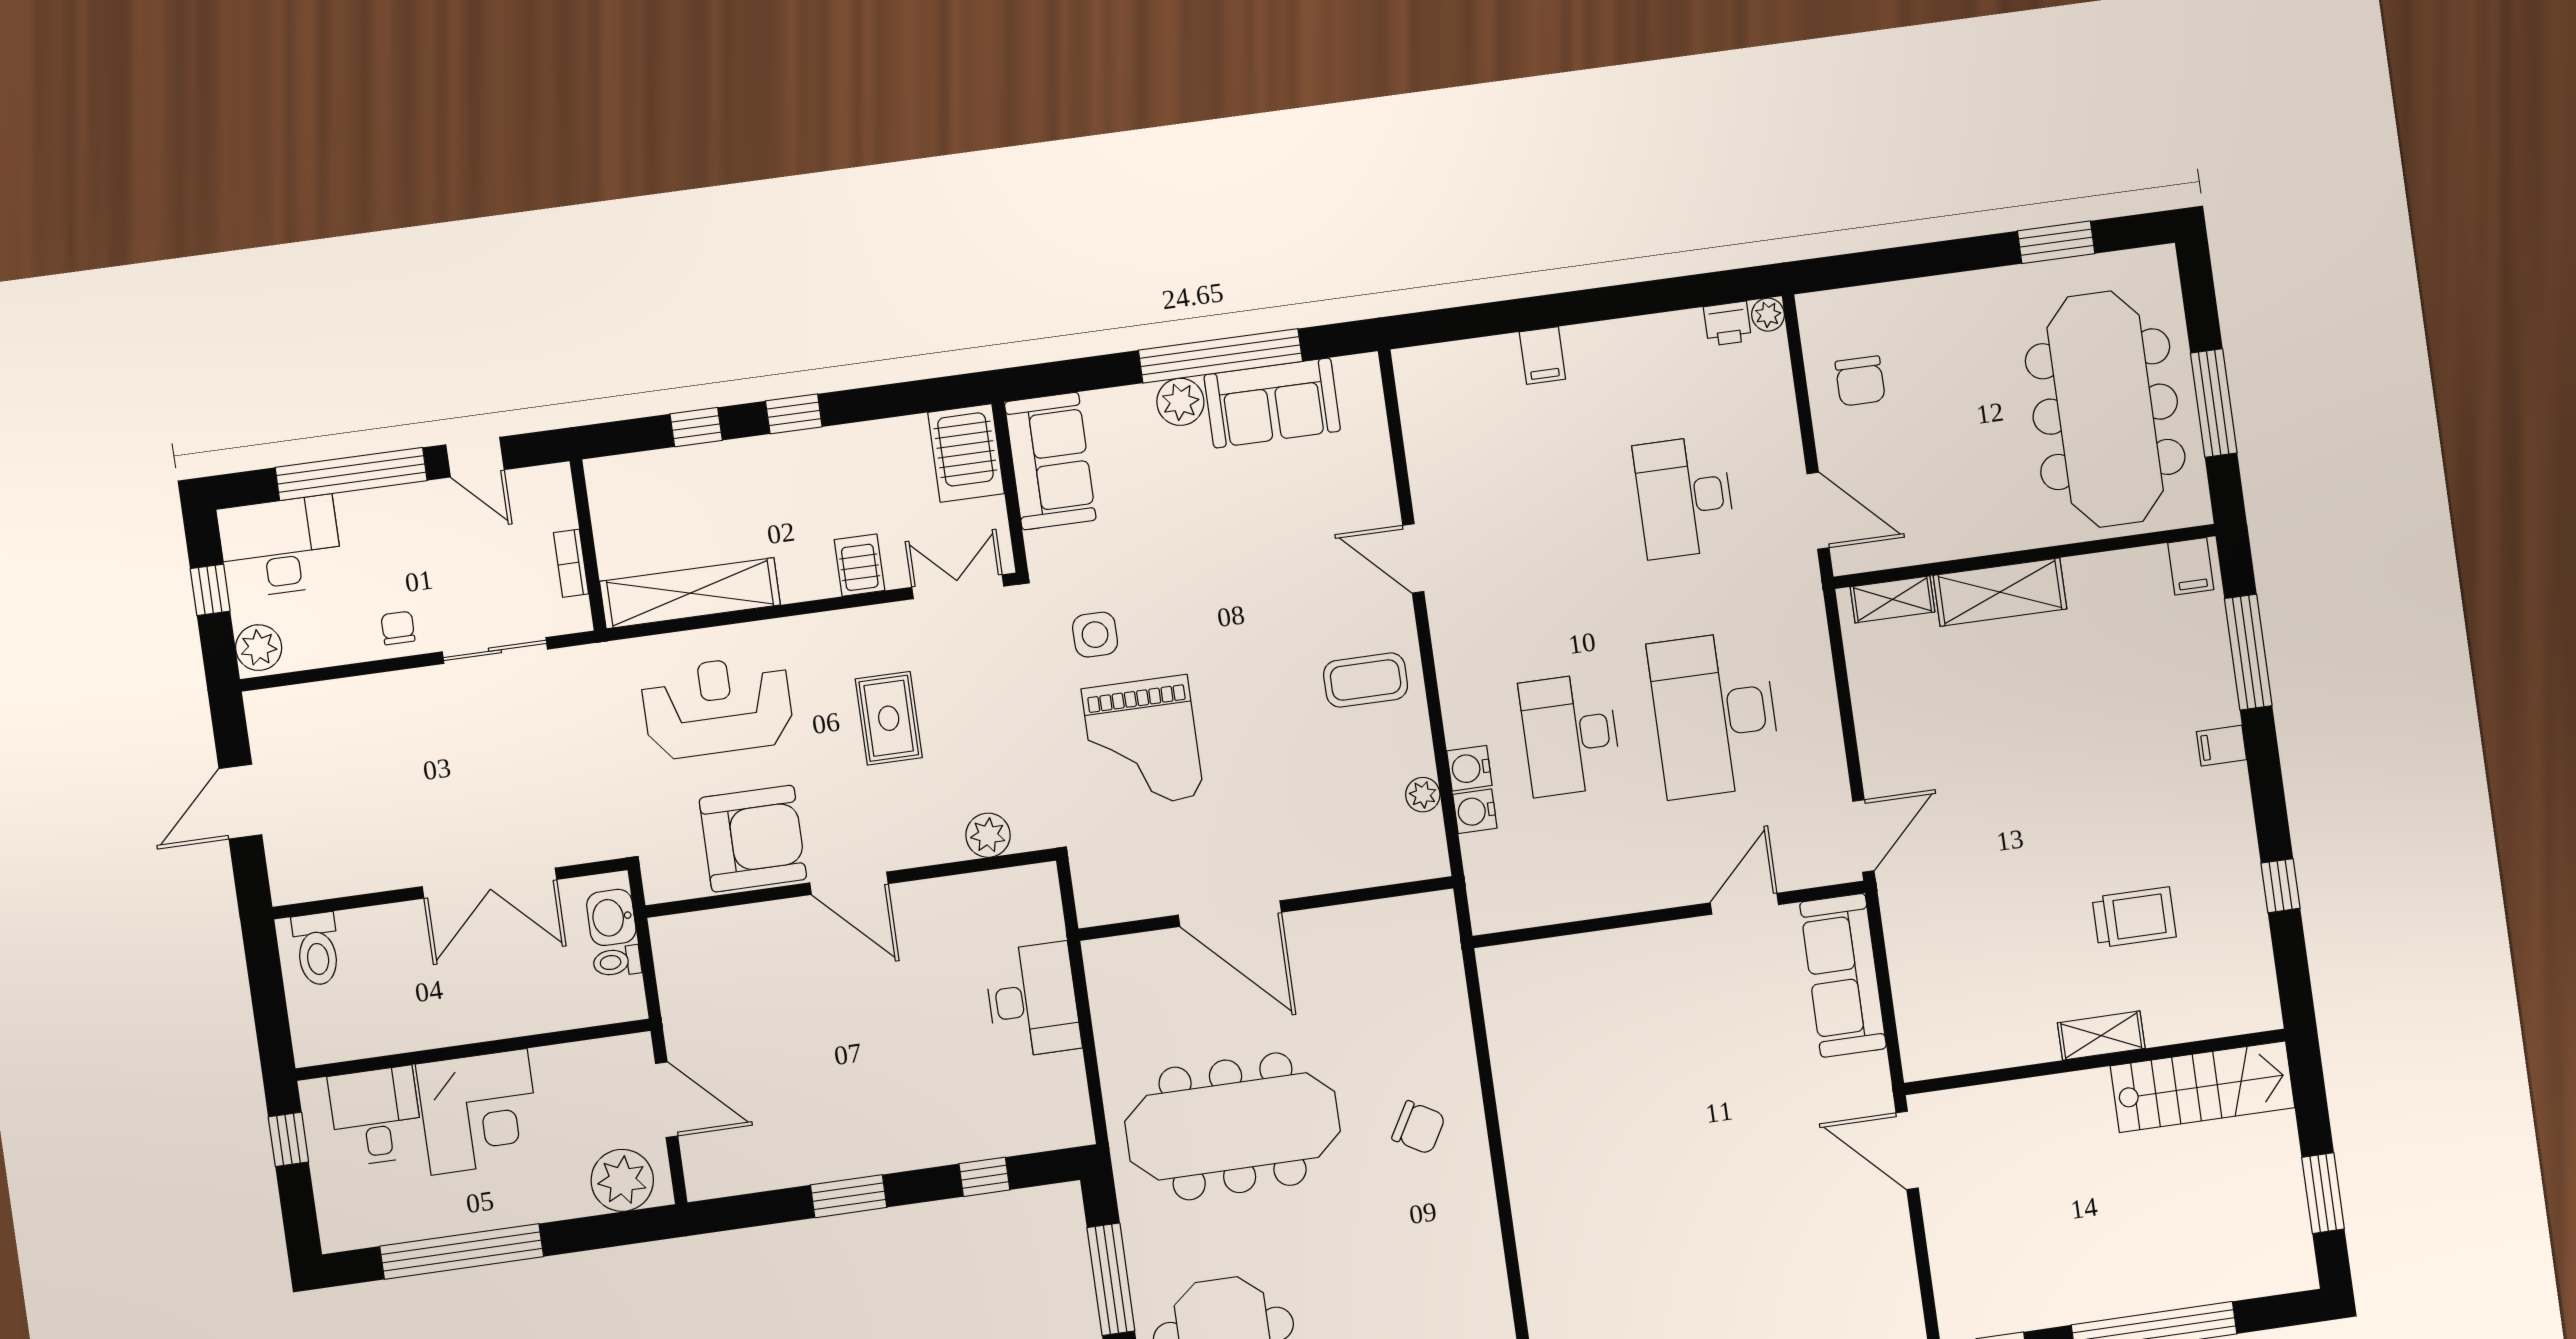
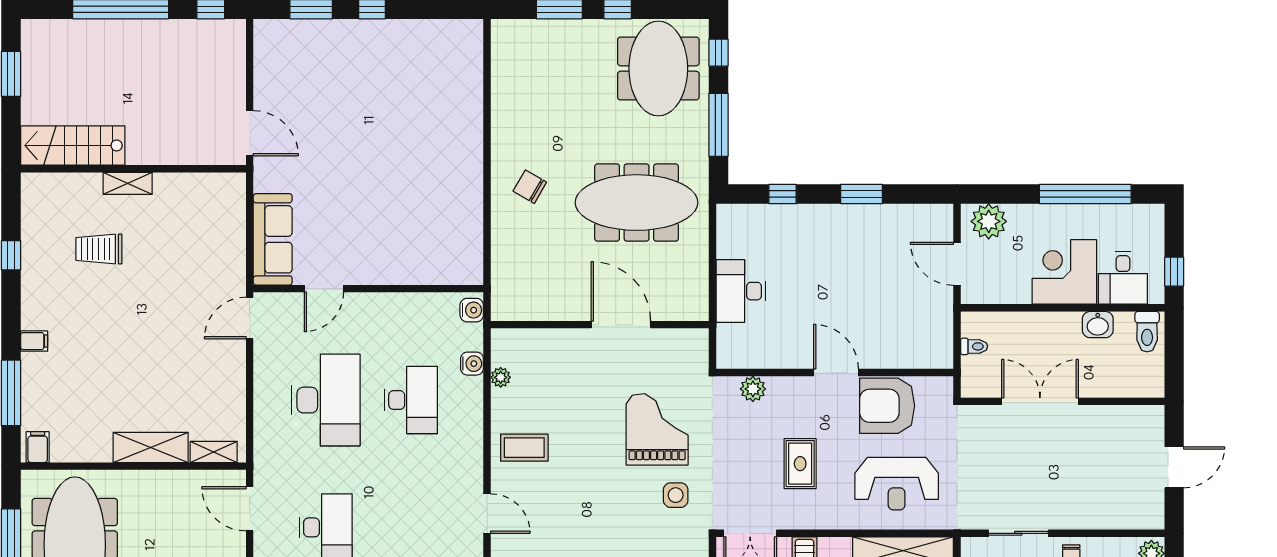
water cooler: (1469, 768) -> (472, 310), moved
washbasin: (611, 917) -> (1098, 325), moved, turned 90
toilet: (317, 949) -> (1147, 332), moved, turned 180

